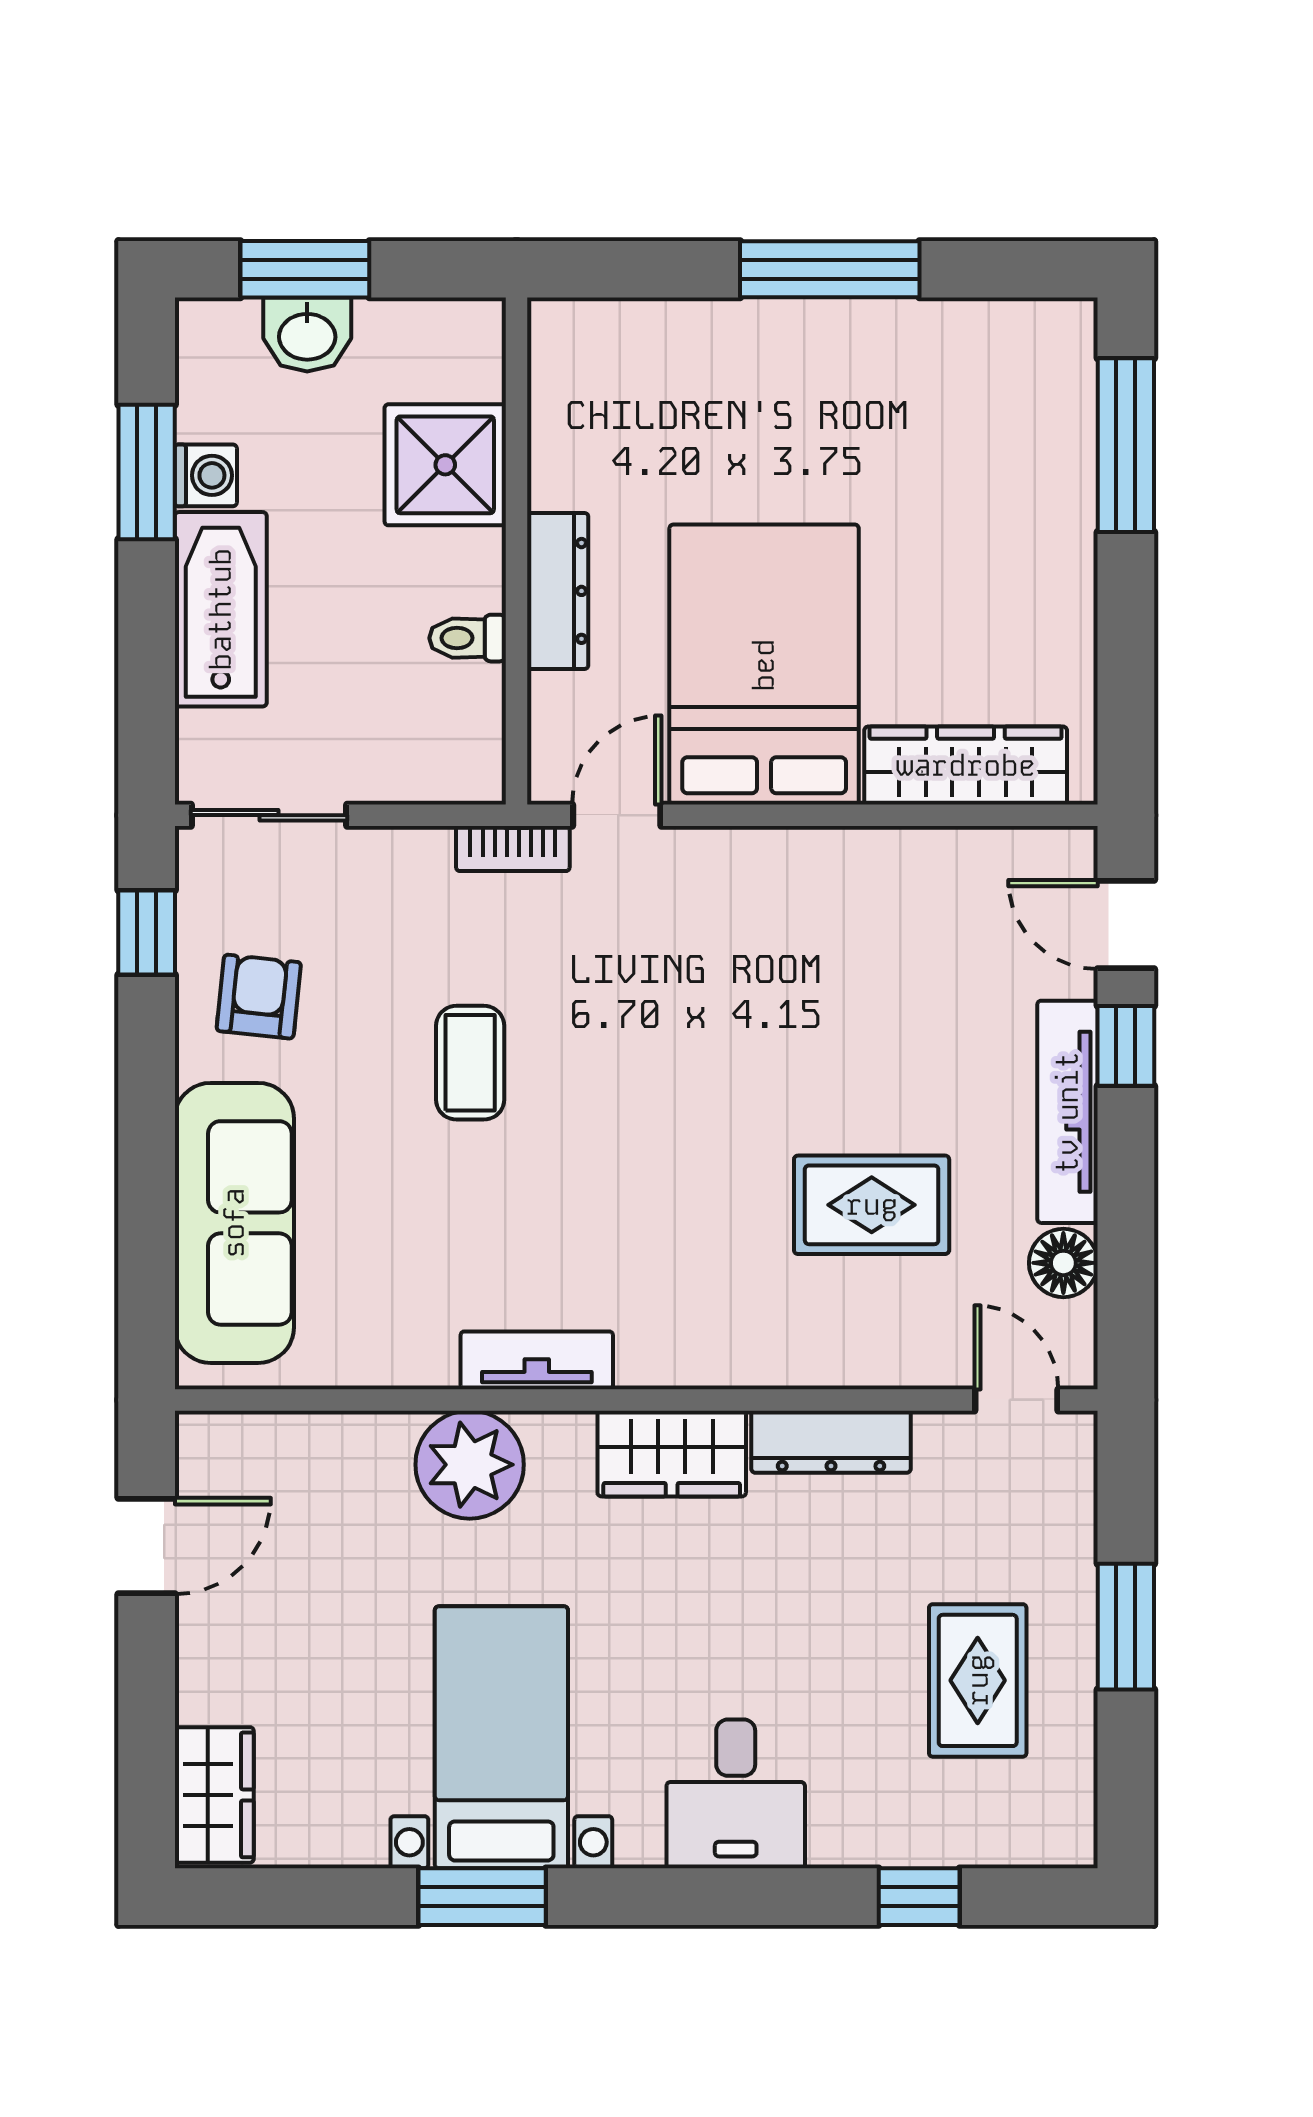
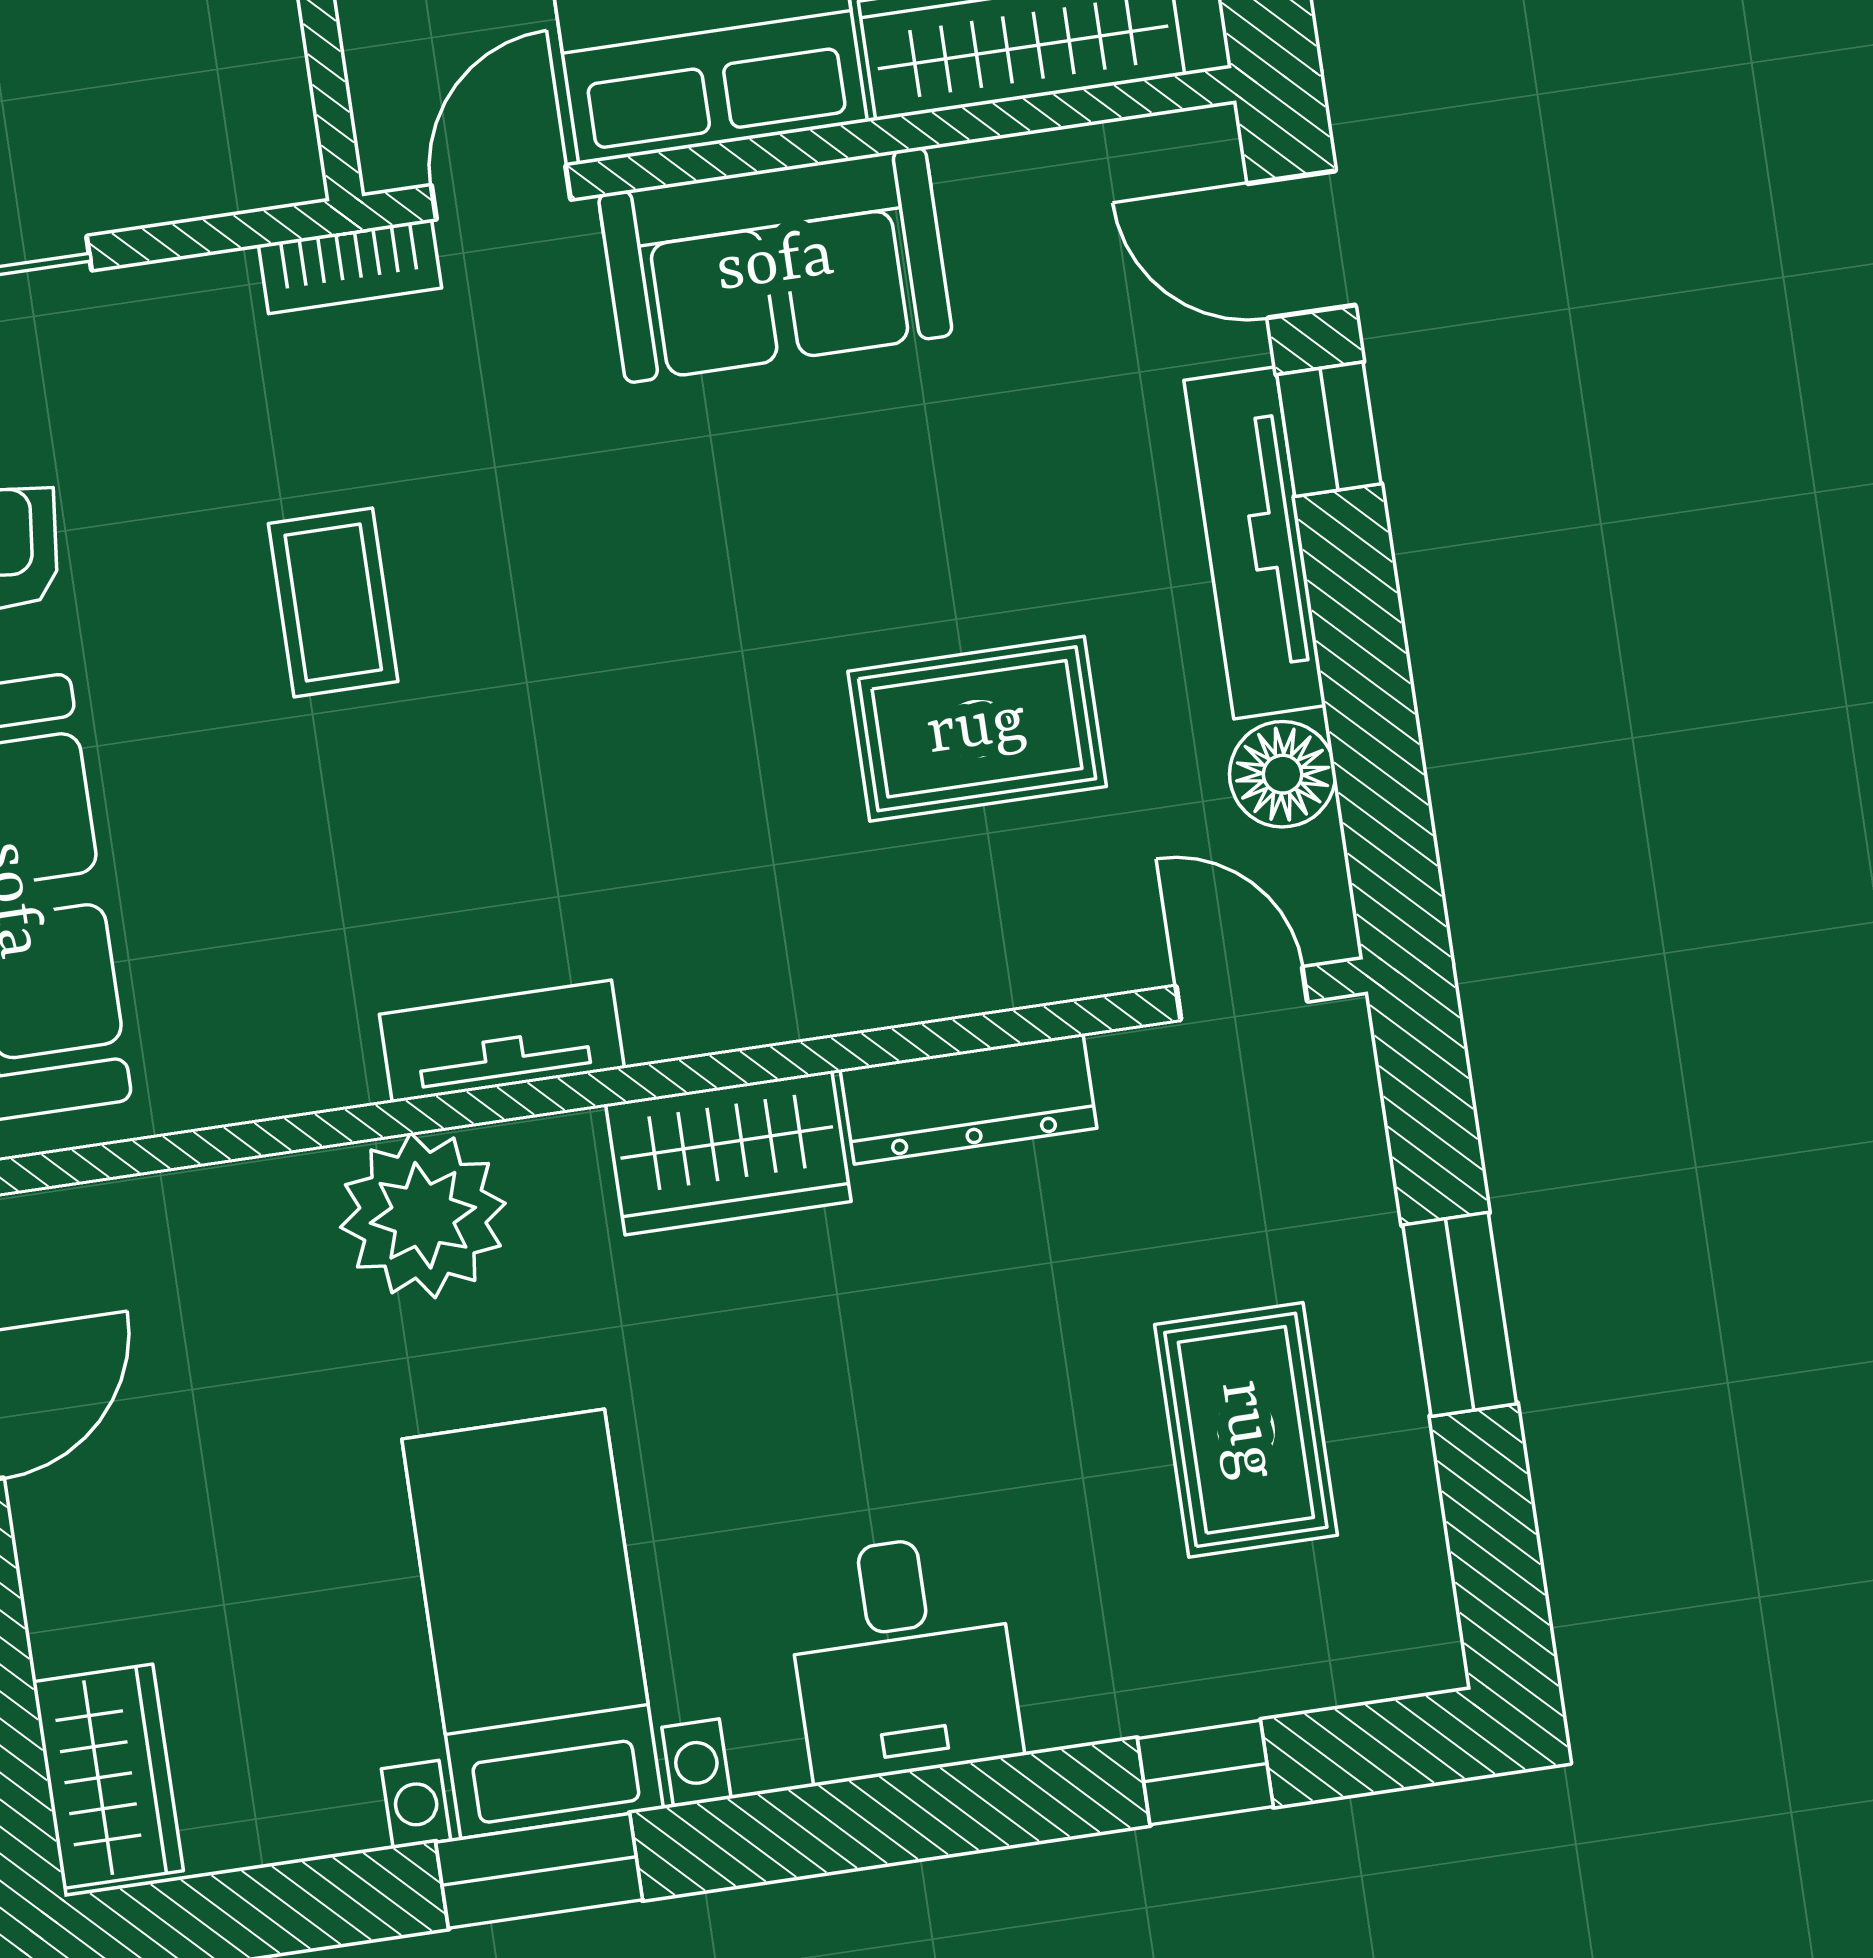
sofa: (786, 888) -> (775, 265), added

